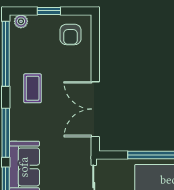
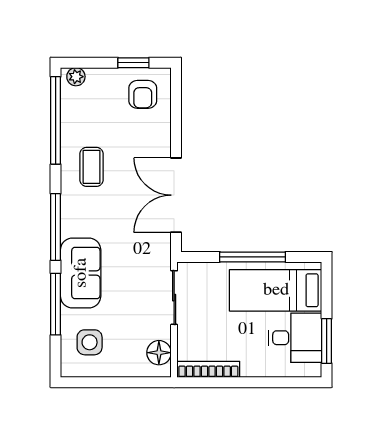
window: (49, 11) -> (133, 63), moved

